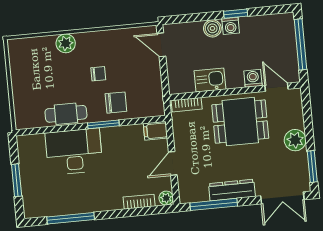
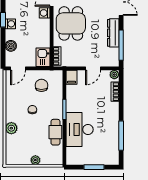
boiler: (212, 28) -> (11, 46), moved
kitchen sink: (210, 80) -> (43, 57), moved
plant: (19, 86) -> (35, 160), added
chair: (116, 103) -> (41, 85), moved
door: (173, 163) -> (93, 68), hinge flipped

